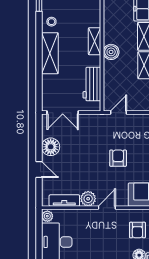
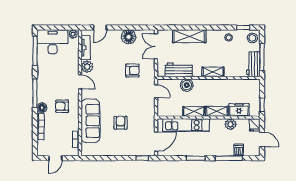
boiler: (111, 52) -> (187, 85), moved
shelving: (50, 53) -> (189, 36), moved
armchair: (118, 158) -> (132, 71), moved
door: (39, 169) -> (100, 28), moved

